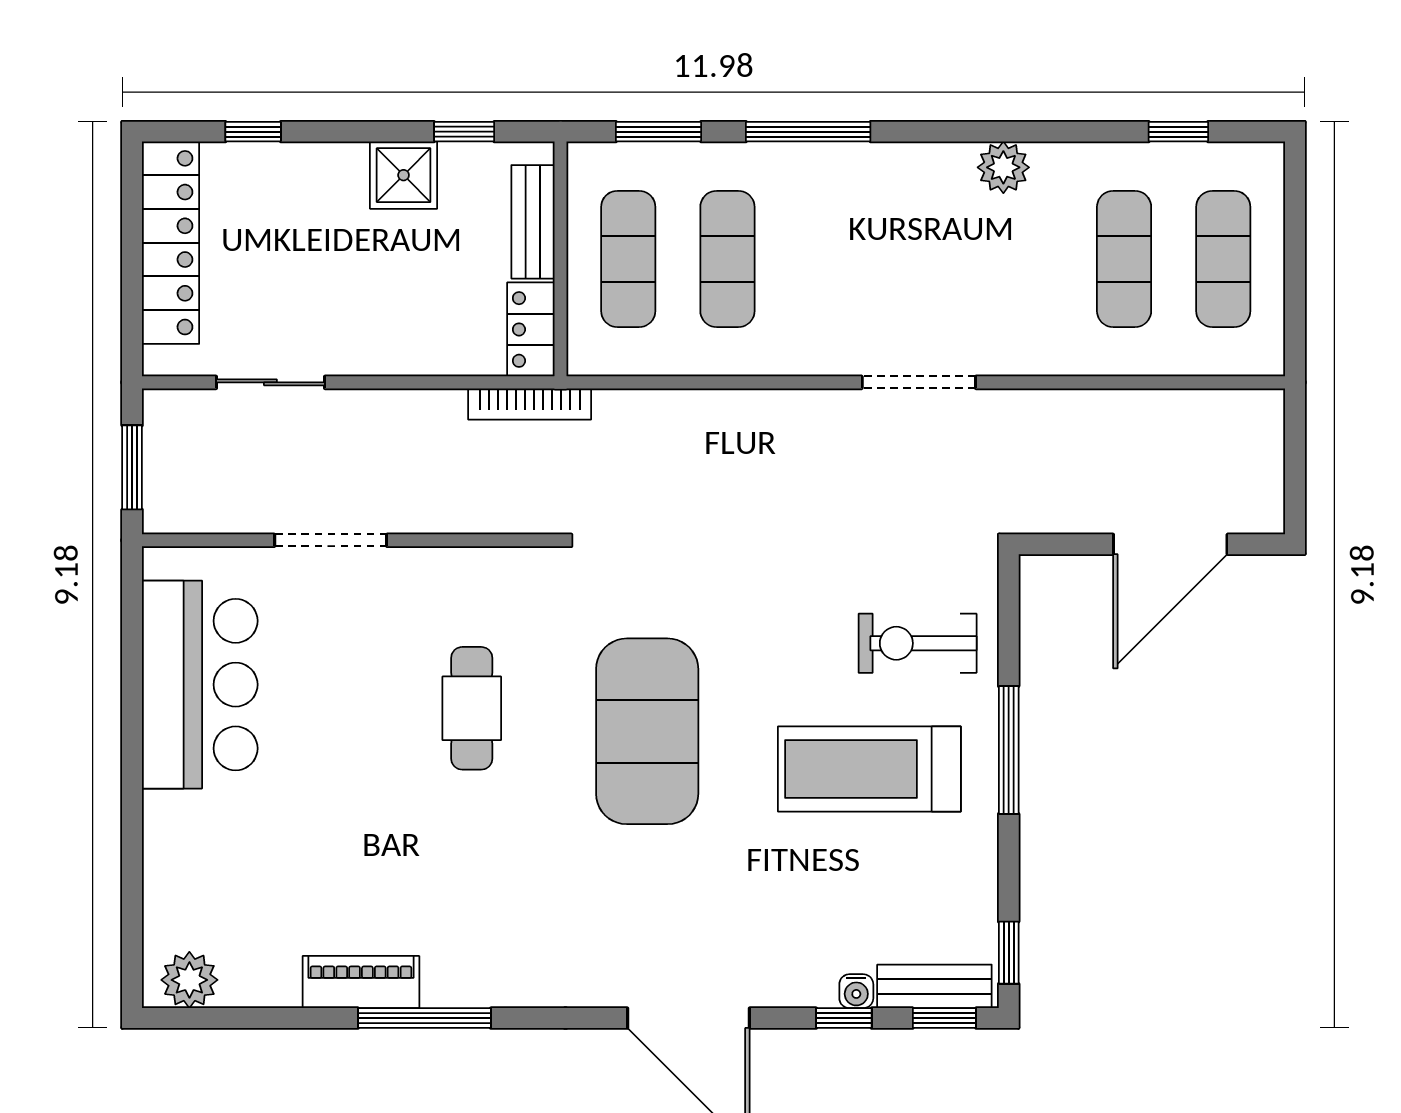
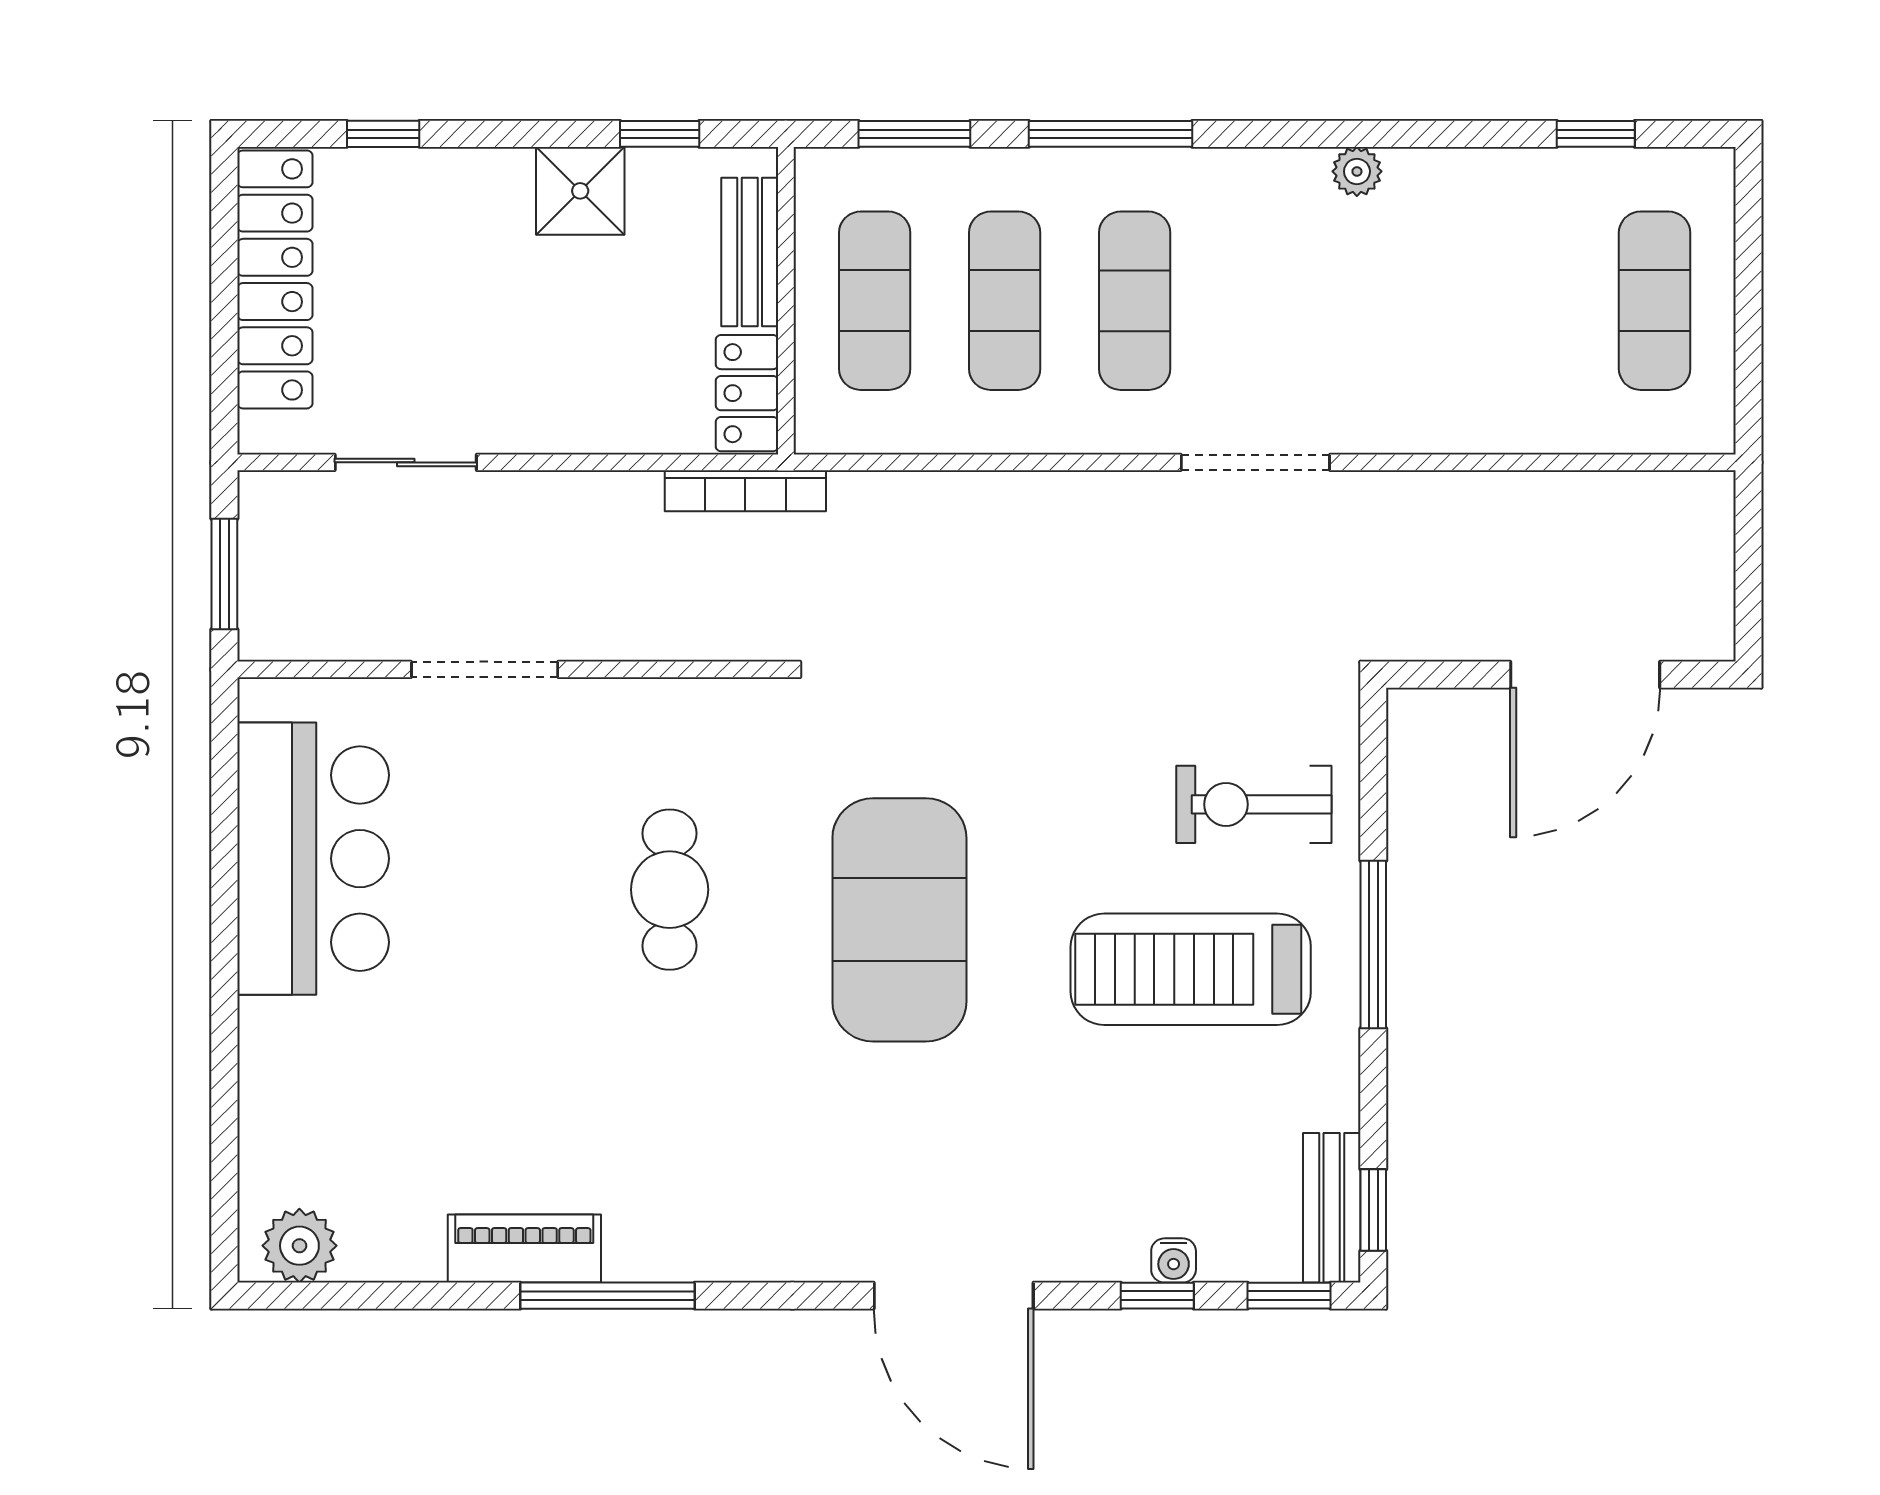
plant: (1003, 167) -> (1357, 171), width x0.73, depth x0.73
exercise mat: (1124, 259) -> (1135, 301), moved
bench: (934, 986) -> (1332, 1208), moved, turned 90

